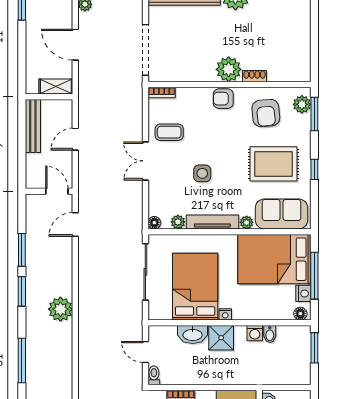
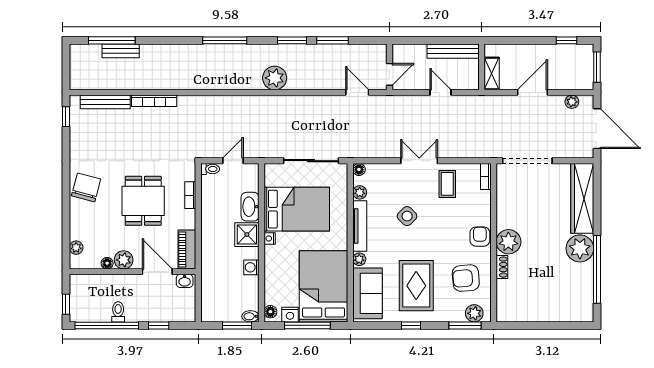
side table: (202, 173) -> (407, 216), turned 45
bidet: (270, 334) -> (250, 316), moved

